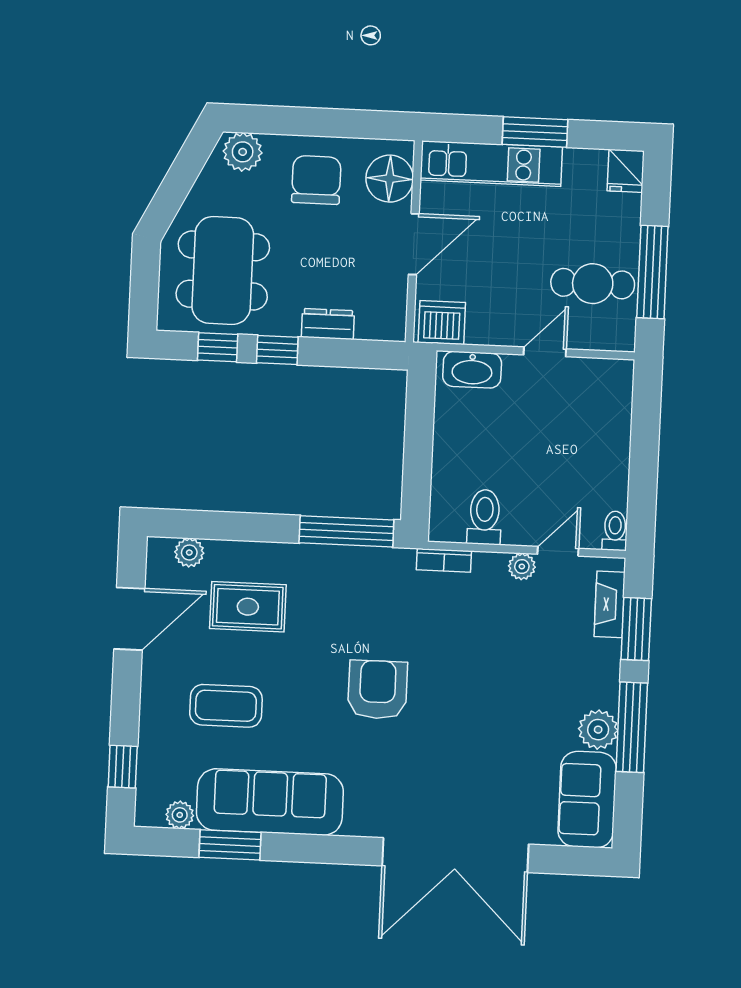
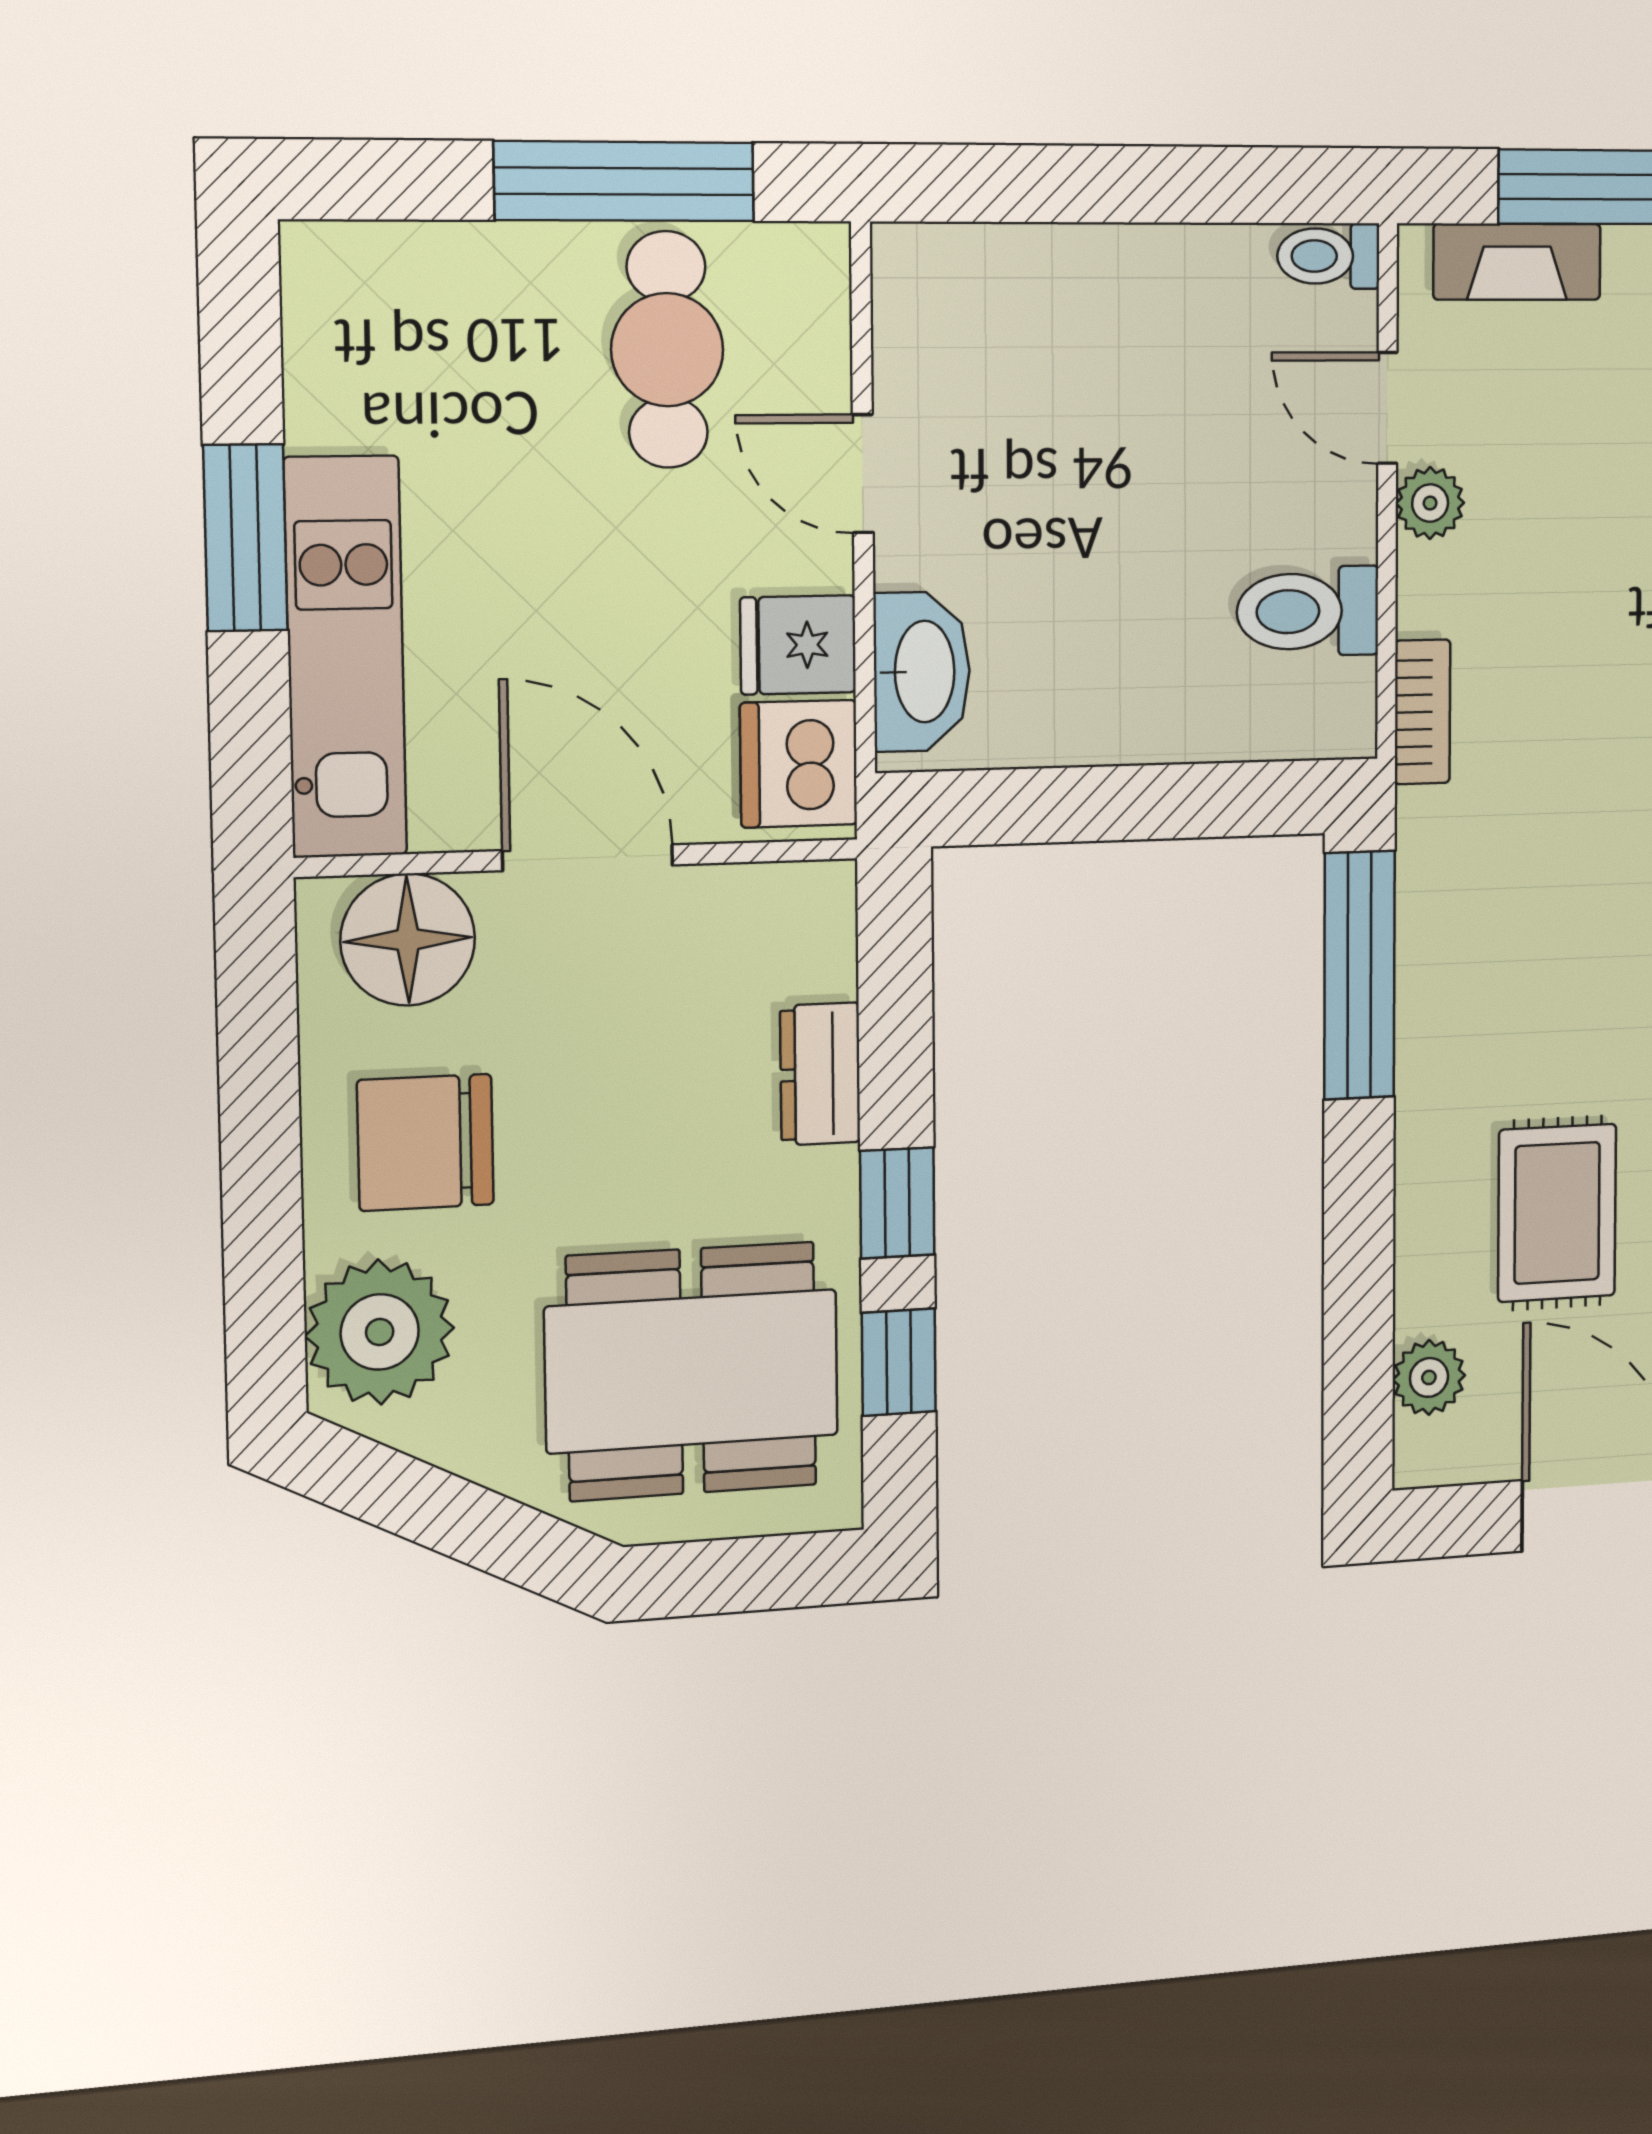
plant: (243, 152) -> (380, 1332), width x1.36, depth x1.36
fridge: (626, 171) -> (798, 645), moved, turned 180

